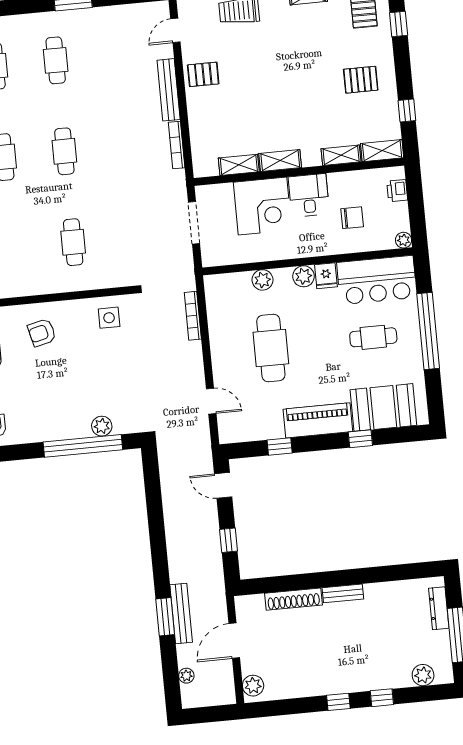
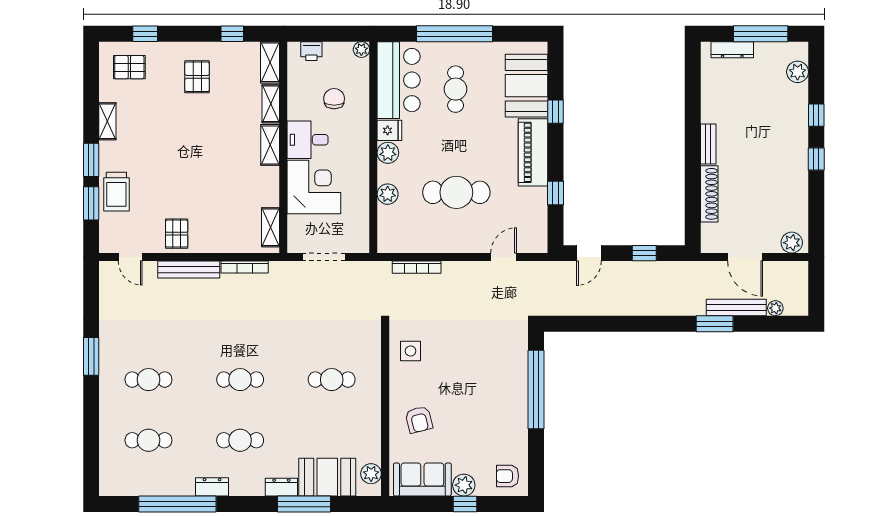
shelving: (280, 160) -> (270, 145), moved
shelving: (239, 165) -> (270, 227), moved
plant: (102, 426) -> (518, 369), removed
bench: (181, 614) -> (736, 307), moved

